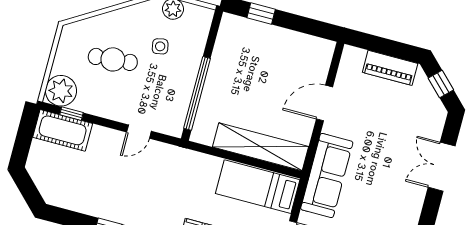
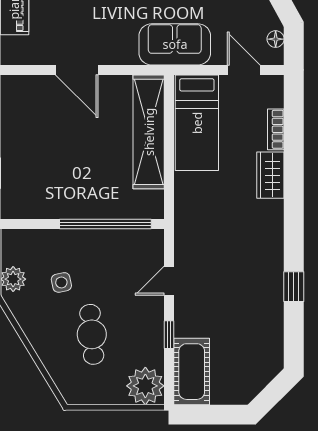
window: (71, 114) -> (169, 335), moved
door: (139, 132) -> (169, 281), swing flipped
sofa: (327, 176) -> (175, 44), width x0.73

